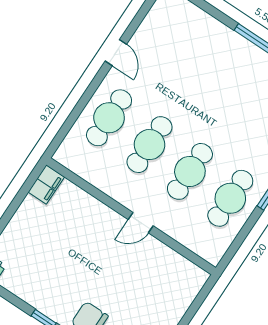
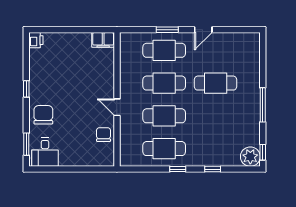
cafe table: (192, 81) -> (216, 83), added
window: (86, 97) -> (167, 30), added
chair: (163, 262) -> (104, 135), added

